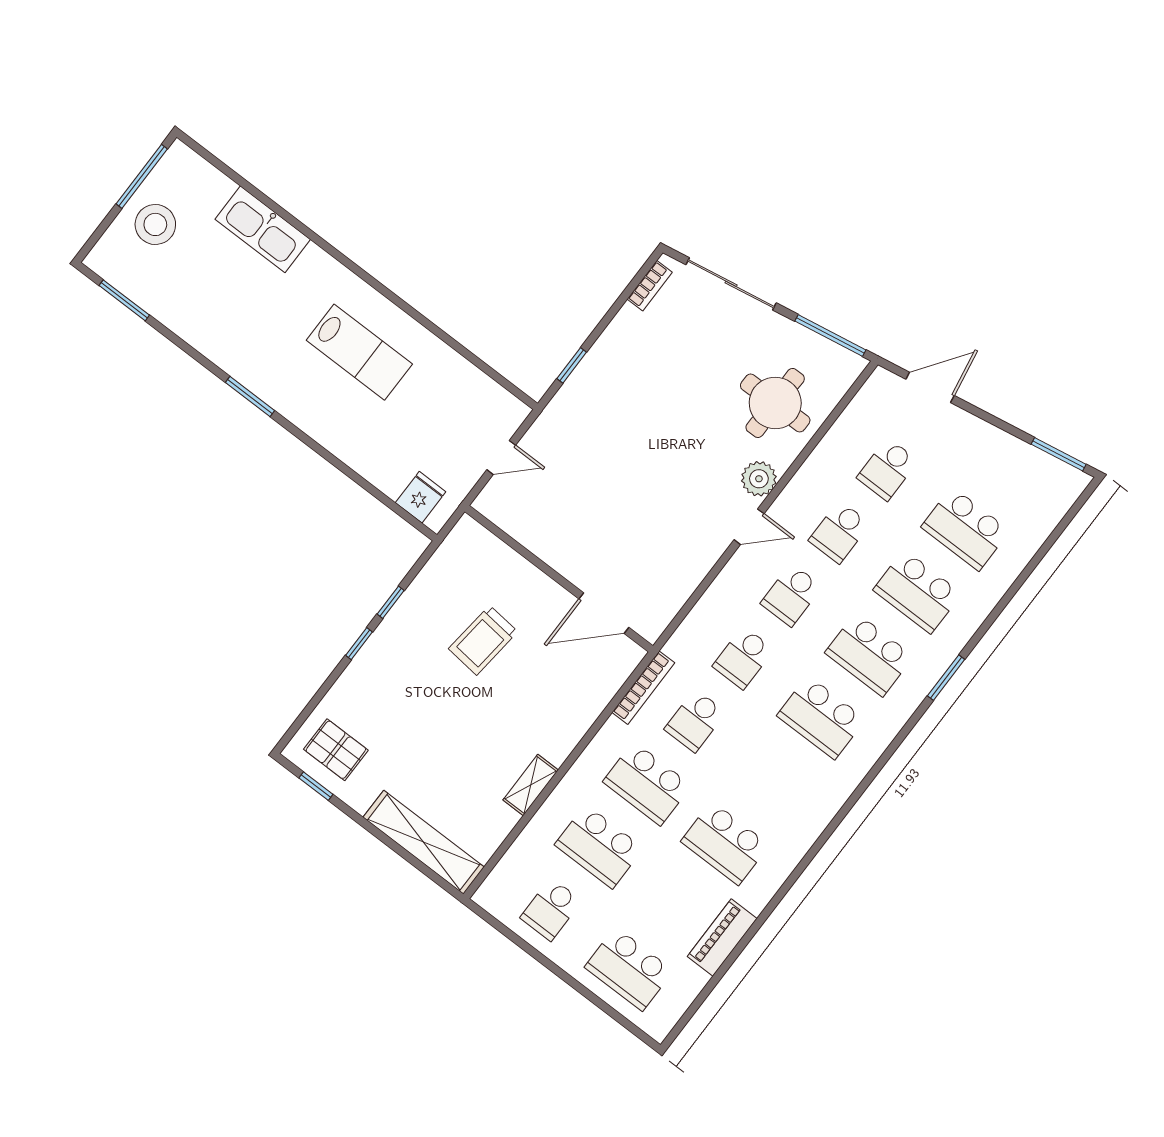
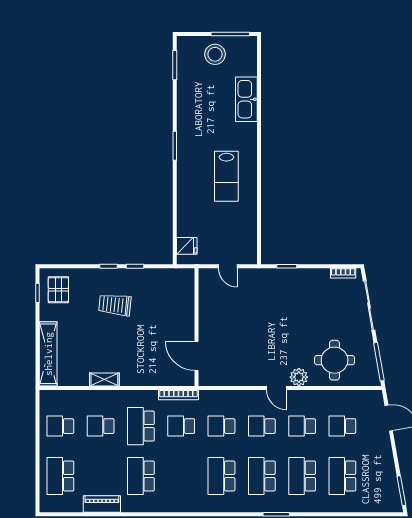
trolley: (483, 640) -> (115, 305), moved
school desk: (599, 846) -> (101, 426), width x0.54

